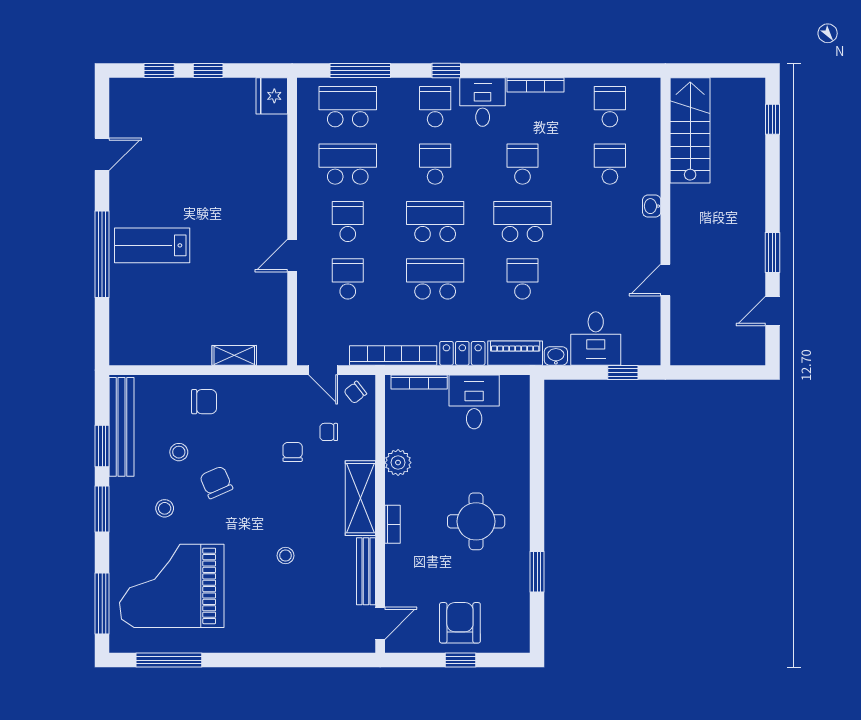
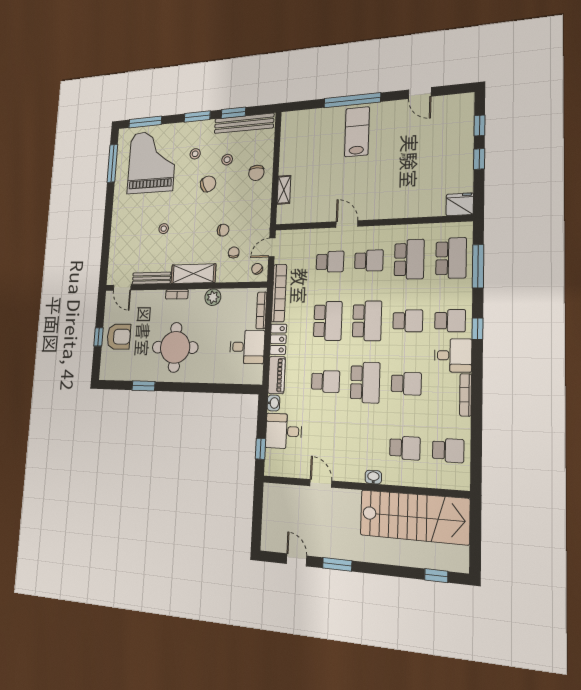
stairs: (690, 130) -> (414, 517), width x1.36, depth x1.51
round table: (476, 521) -> (175, 347), width x1.36, depth x1.36

